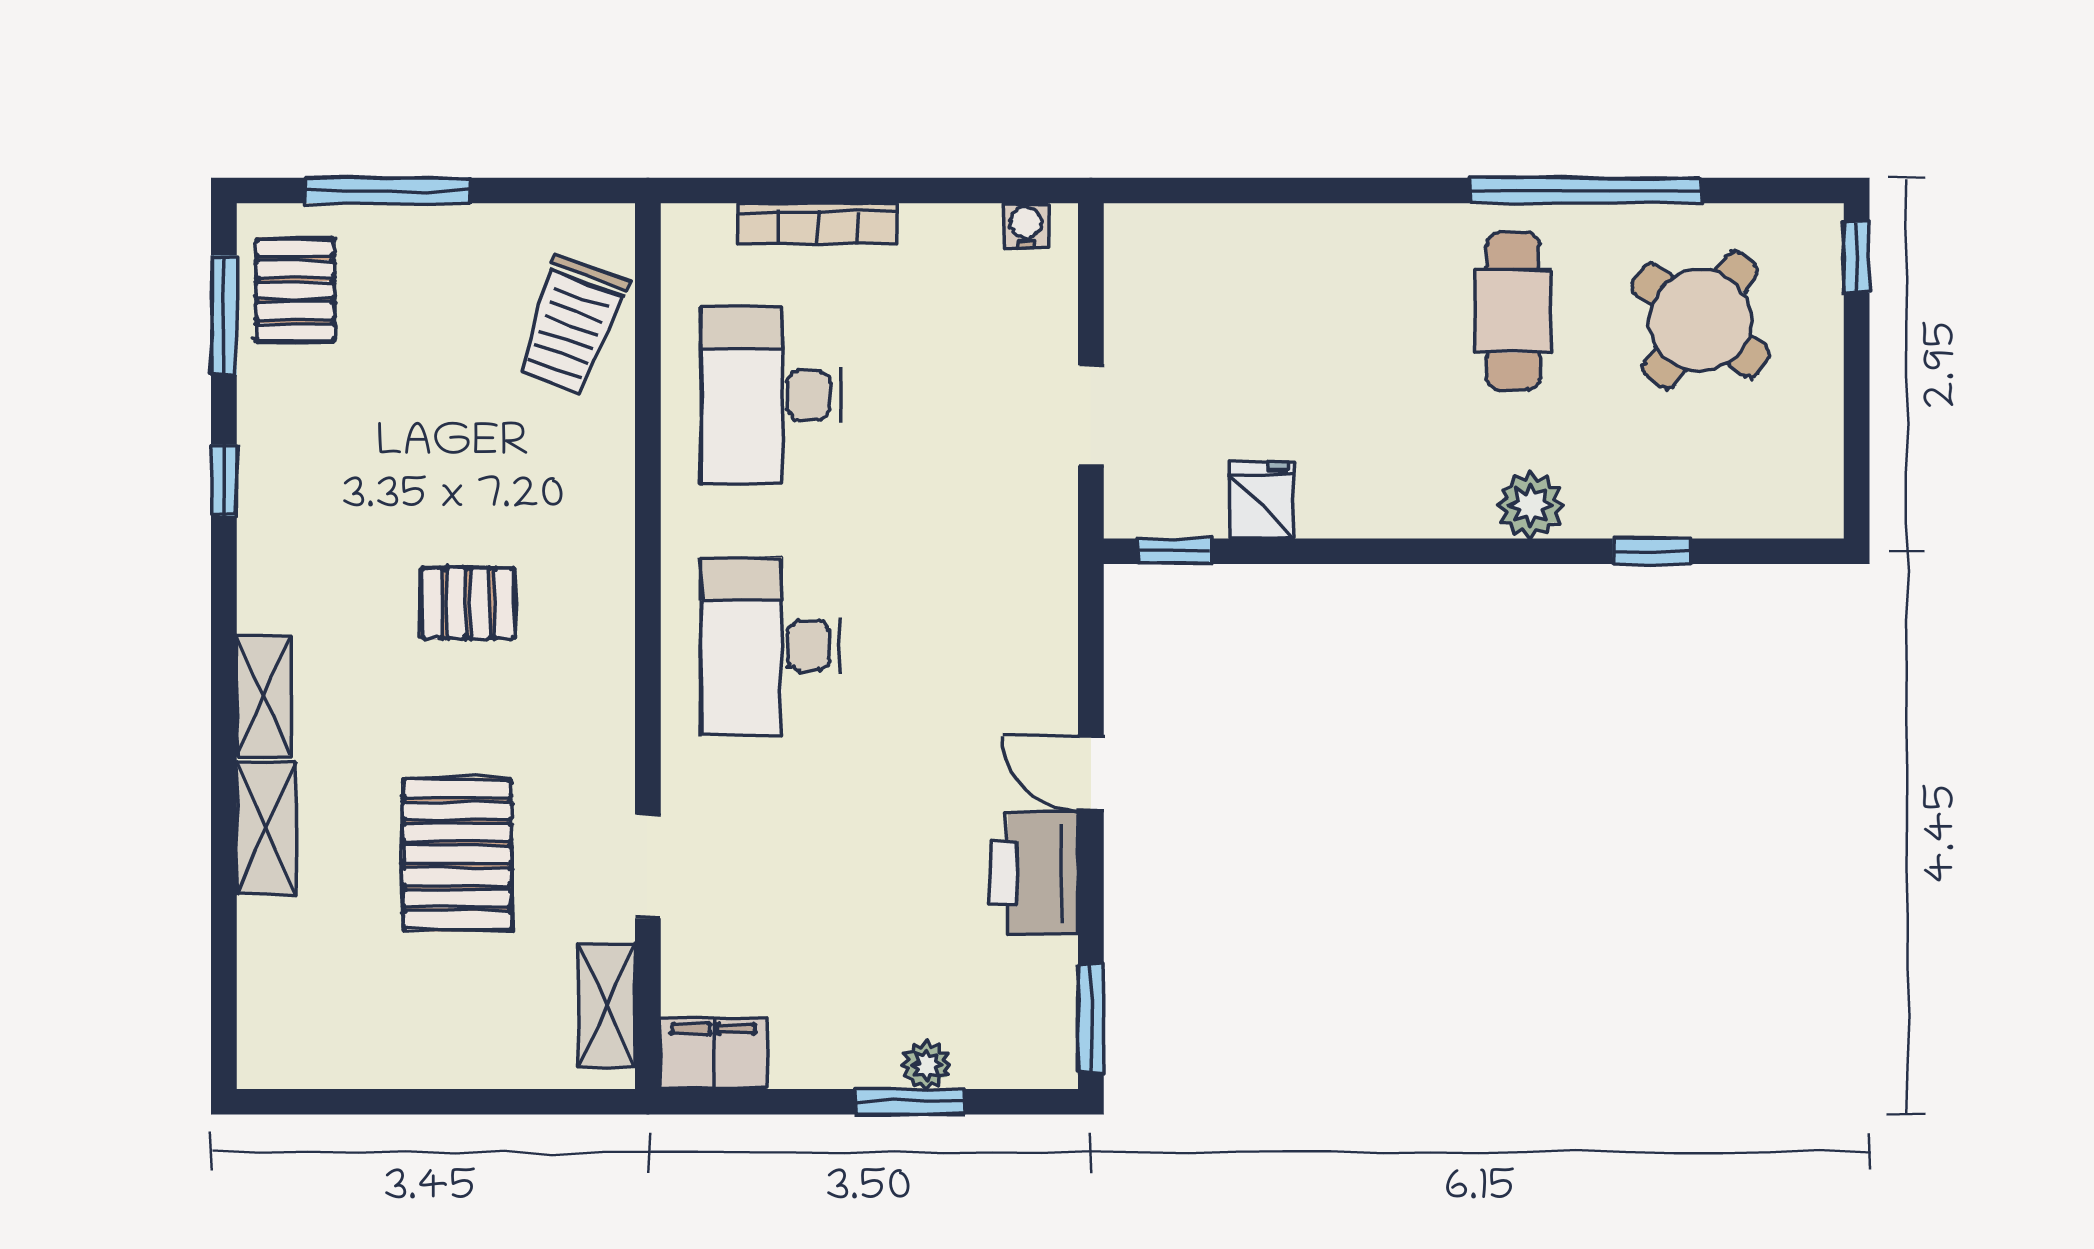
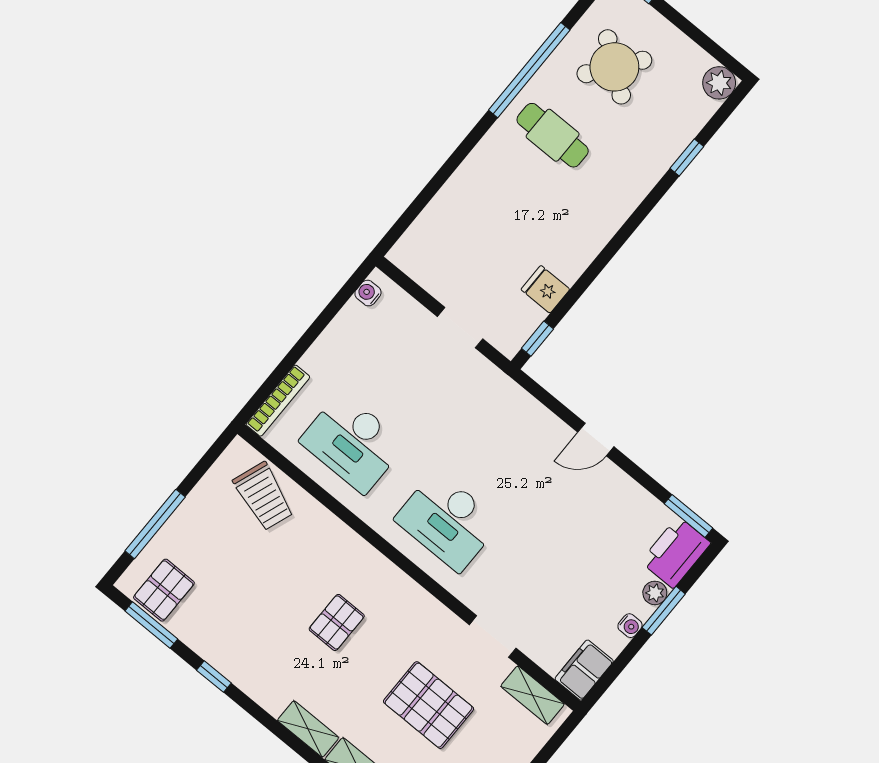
bookcase: (818, 224) -> (278, 401), moved
pallet: (295, 290) -> (164, 590), turned 90
plant: (1531, 505) -> (719, 83), moved
printer: (1034, 873) -> (676, 552), moved, turned 90
water cooler: (843, 1068) -> (630, 626), added

